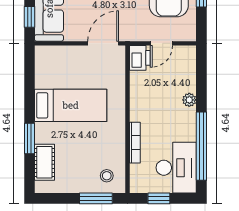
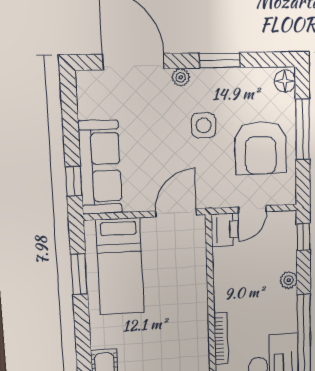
window: (201, 67) -> (303, 237), added
bed: (71, 105) -> (120, 266), moved, turned 90
window: (29, 138) -> (79, 274), moved

